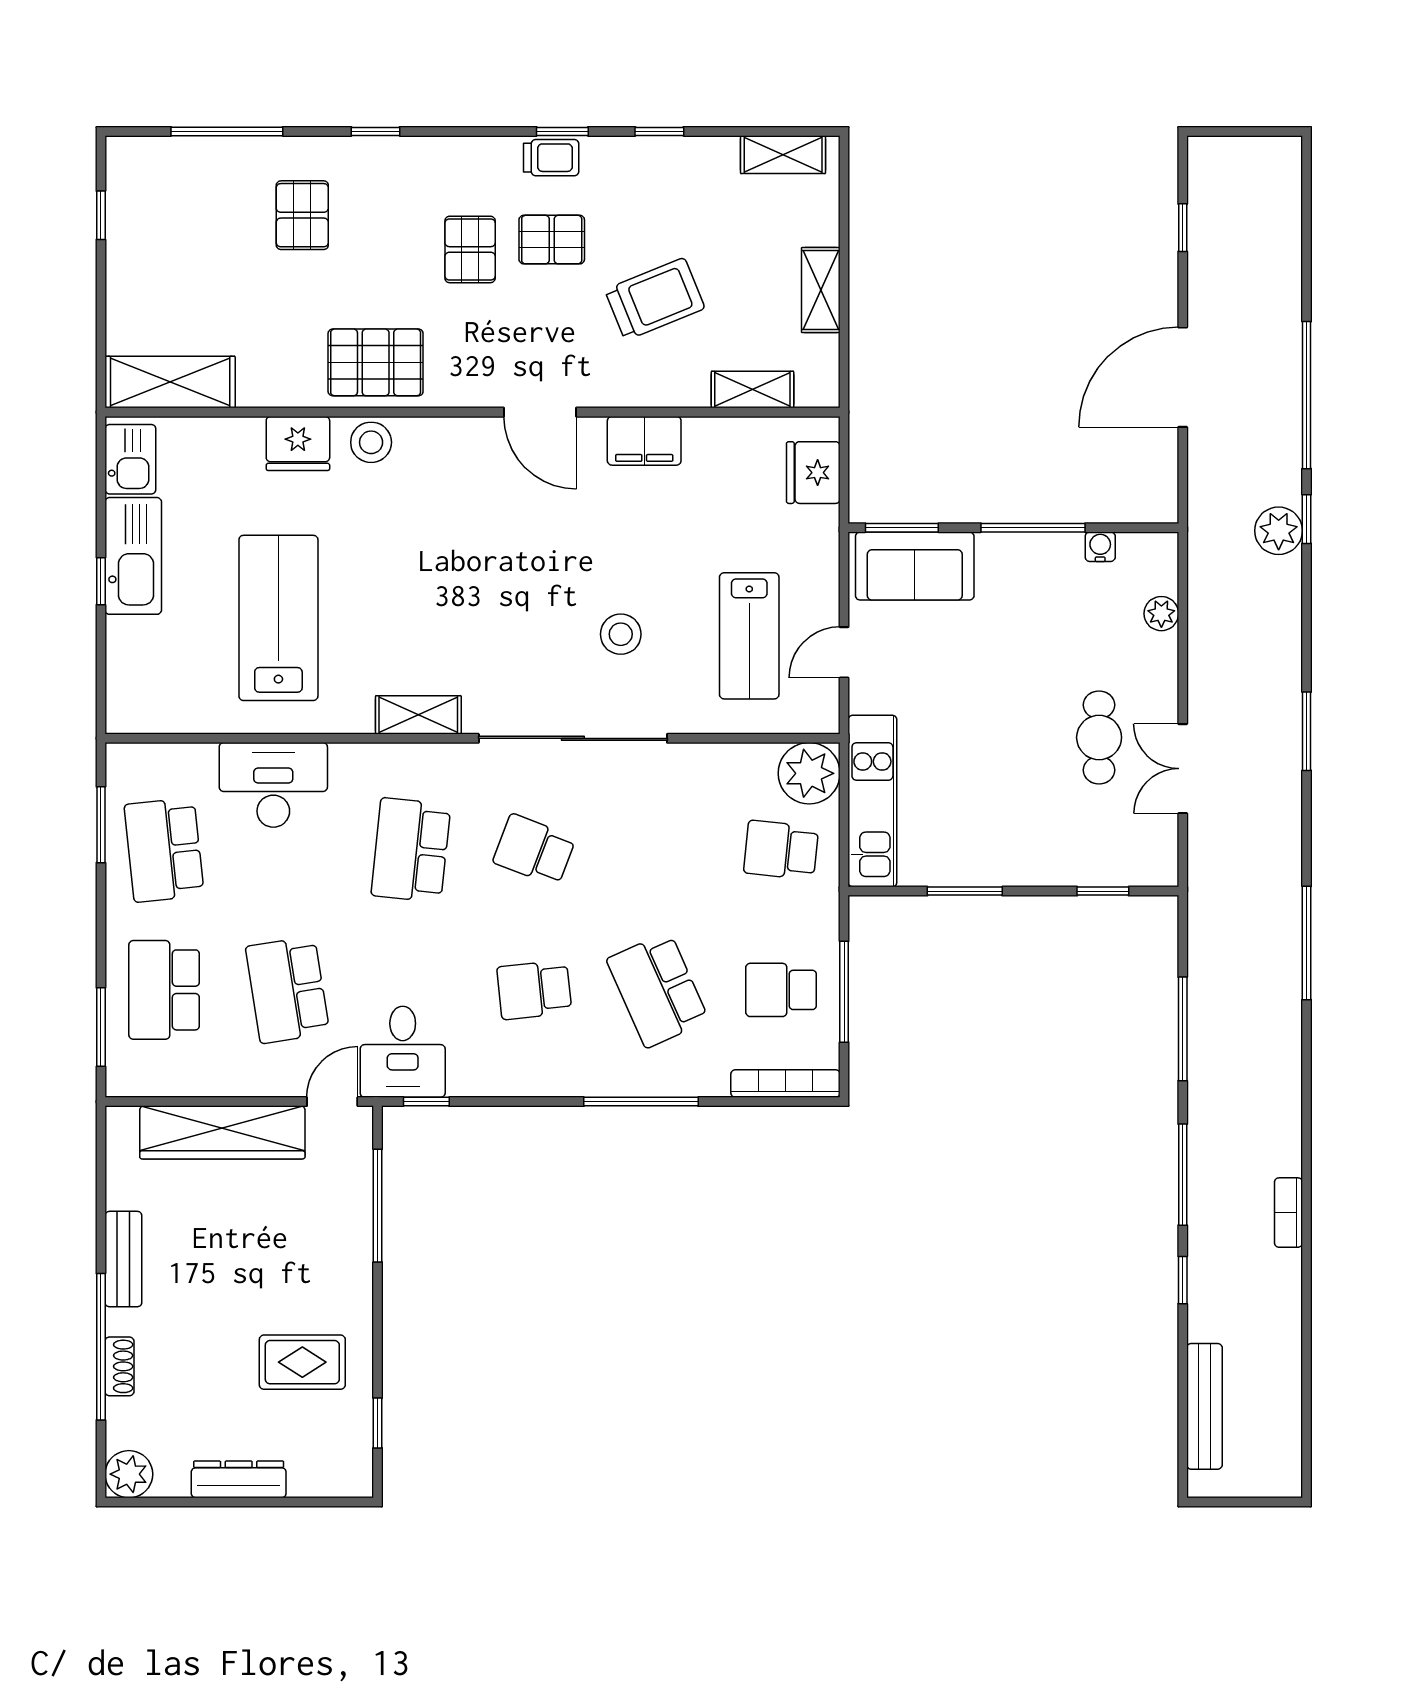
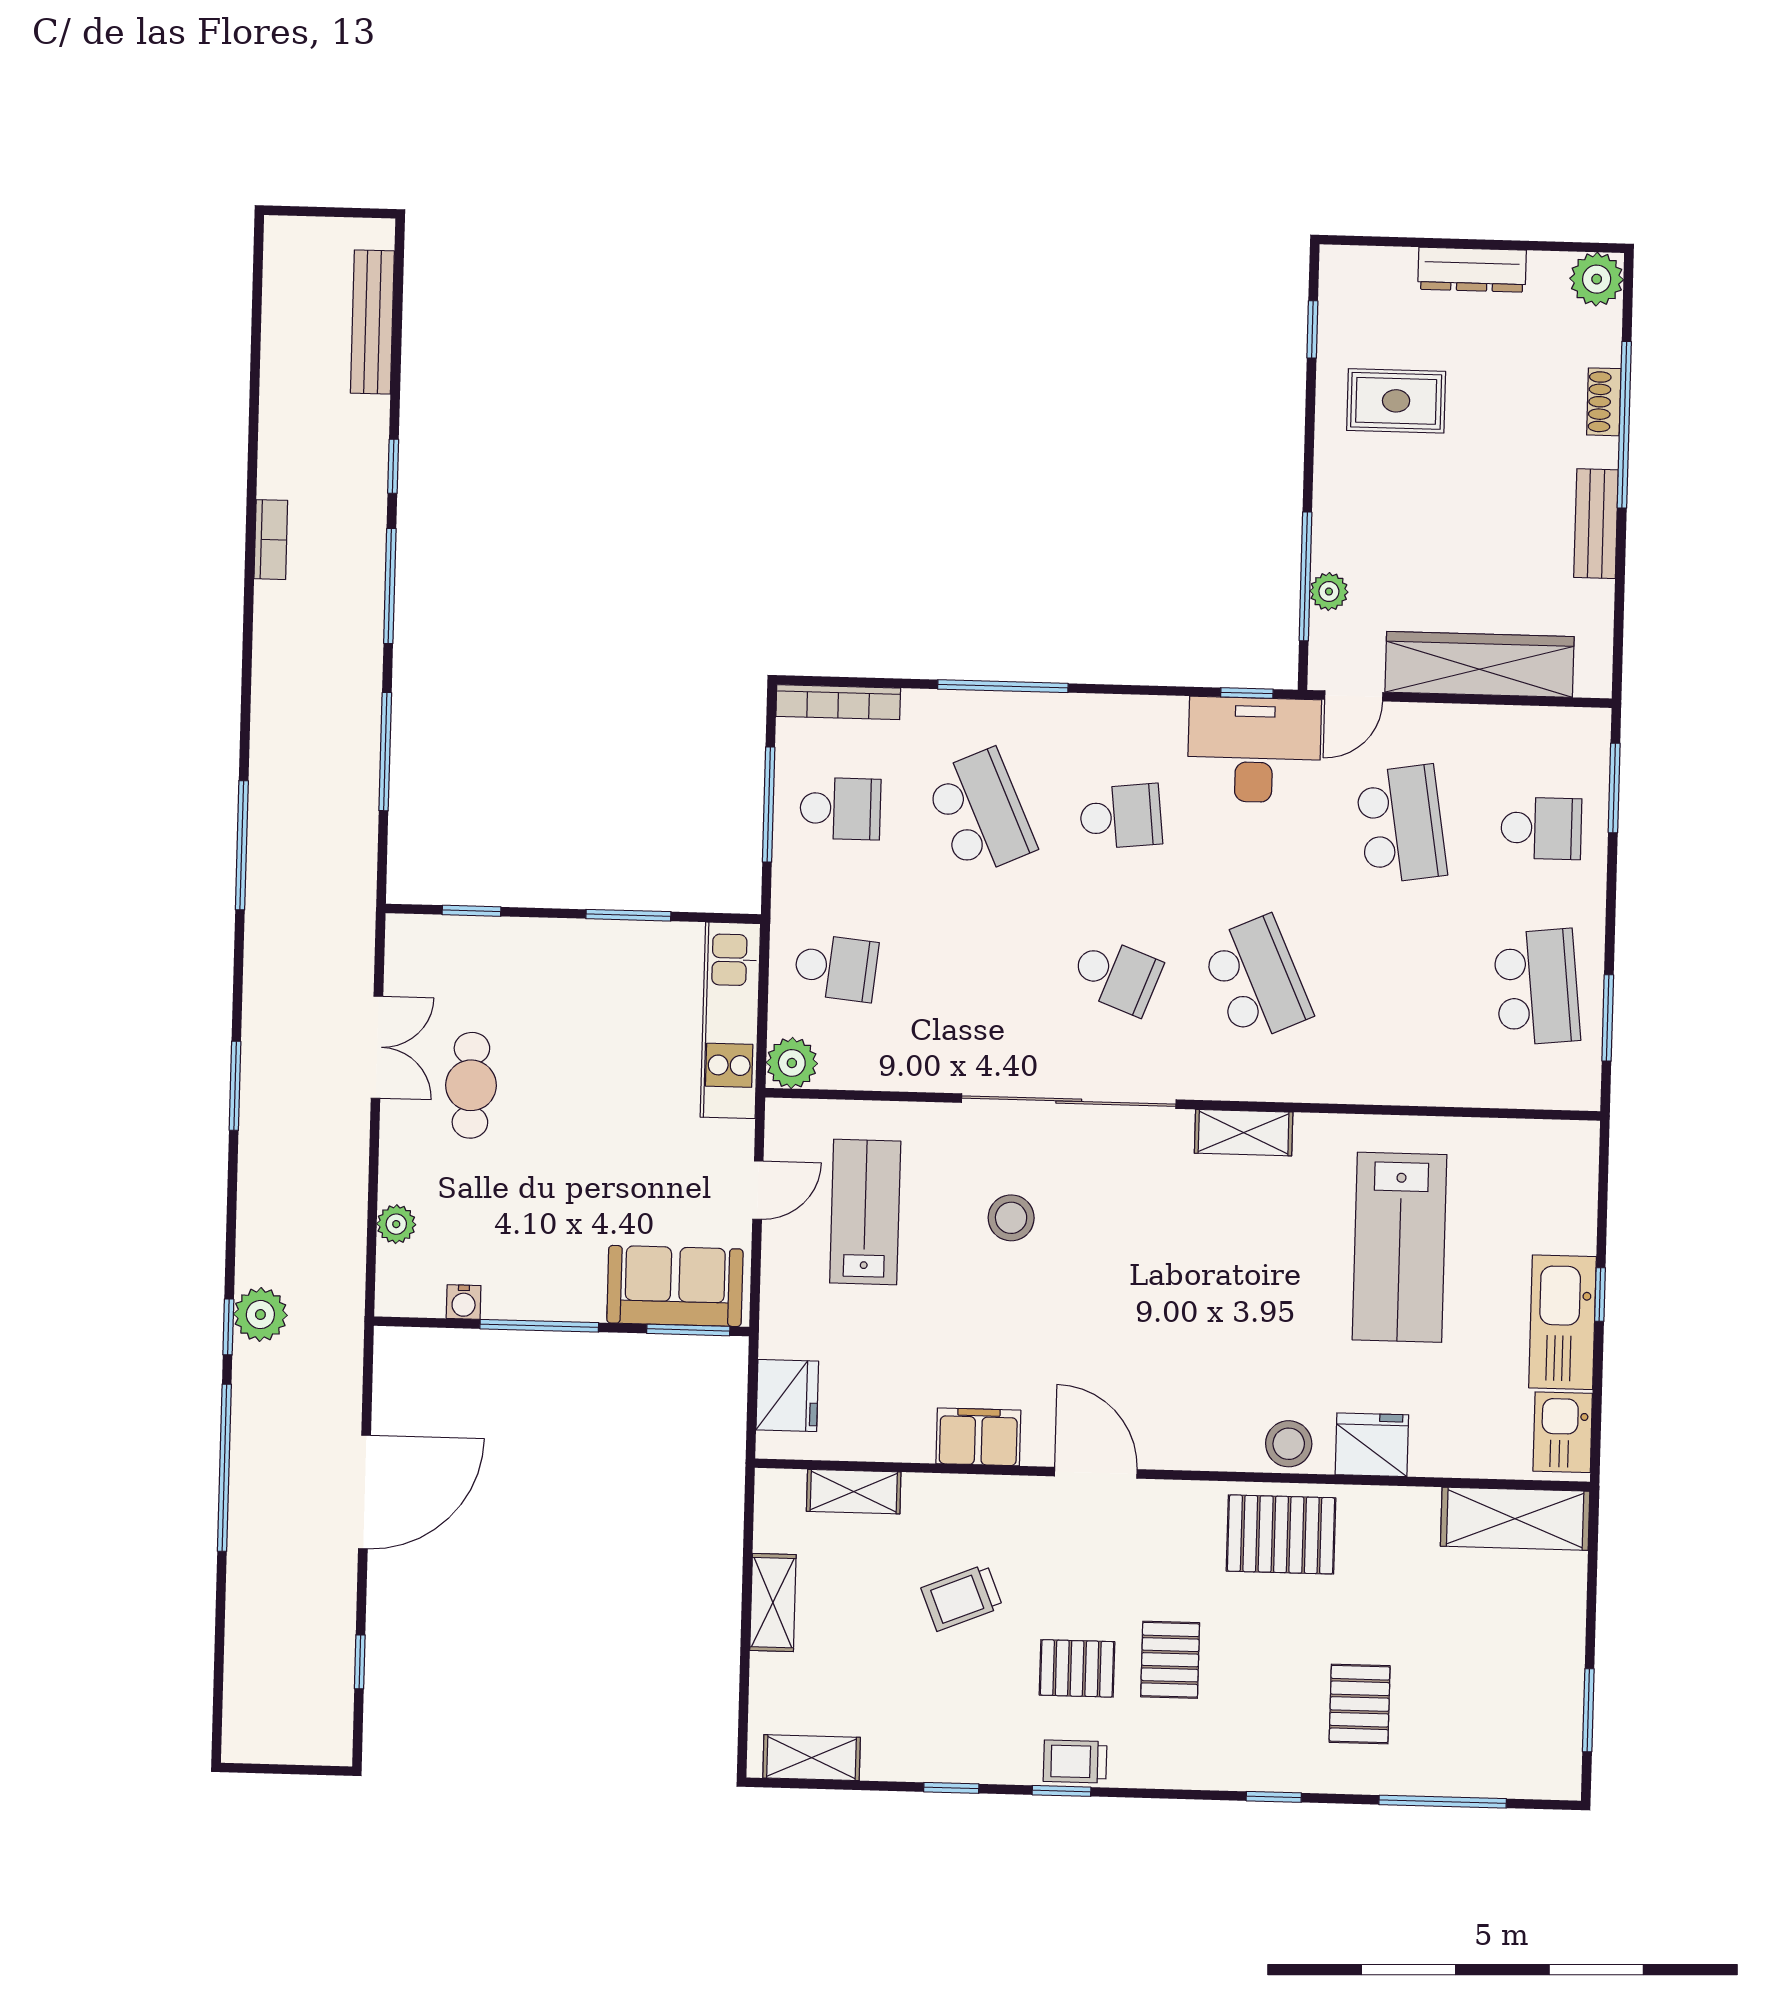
window: (101, 215) -> (1588, 1710), width x1.50
trolley: (655, 299) -> (962, 1598), width x0.73, depth x0.72
plant: (809, 773) -> (792, 1063), width x0.73, depth x0.73
desk: (273, 785) -> (1411, 1058), removed
school desk: (411, 850) -> (1256, 979), turned -30
school desk: (164, 990) -> (1541, 828), width x0.54
desk: (403, 1052) -> (1254, 750), width x1.37
plant: (357, 1193) -> (1329, 592), added

